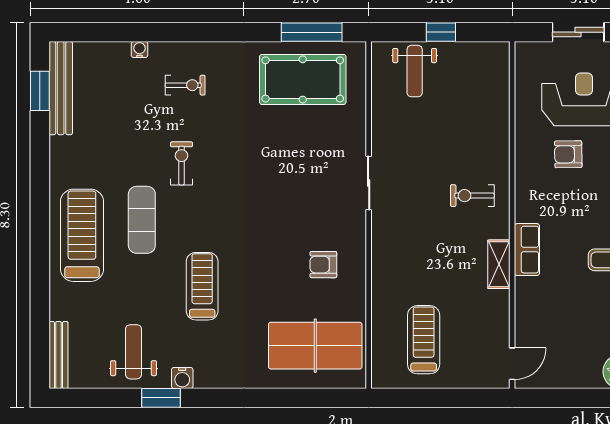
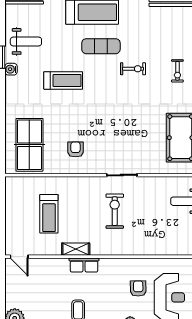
exercise bike: (472, 196) -> (115, 211), moved, width x1.38, depth x1.39
treadmill: (424, 340) -> (49, 214), moved, turned 90

